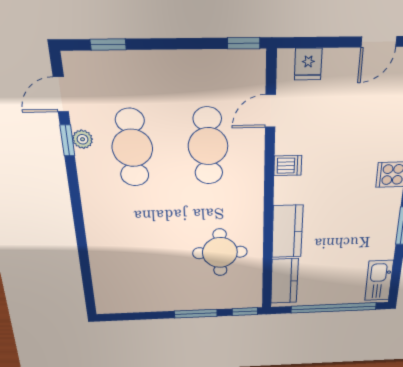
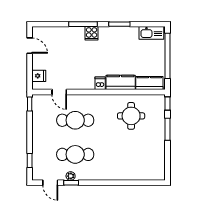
dishwasher: (288, 166) -> (100, 83), moved

